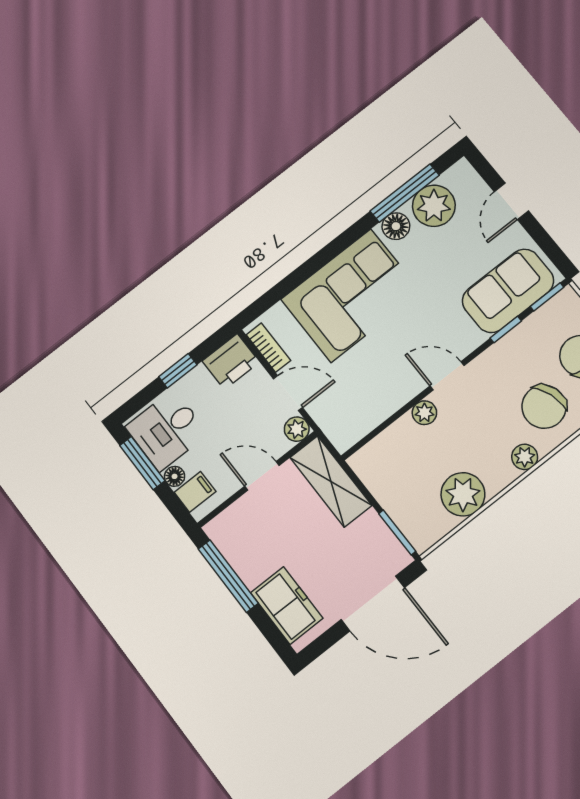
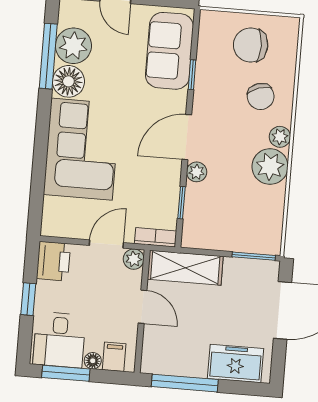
floor lamp: (396, 226) -> (68, 81), width x1.38, depth x1.38
window: (547, 297) -> (181, 203), moved
bookcase: (268, 347) -> (156, 237), moved
door: (447, 376) -> (187, 137), width x1.38
chair: (544, 407) -> (261, 96), width x0.73, depth x0.73
door: (262, 476) -> (143, 307), swing flipped
plant: (463, 494) -> (270, 167), moved

